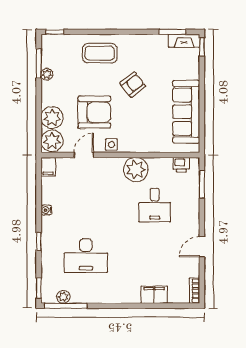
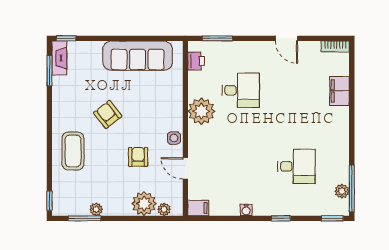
armchair: (94, 112) -> (138, 157), width x0.53, depth x0.53
plant: (52, 141) -> (164, 209), width x0.53, depth x0.53
desk: (86, 256) -> (296, 166), width x0.73

